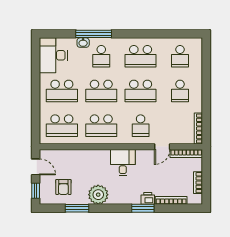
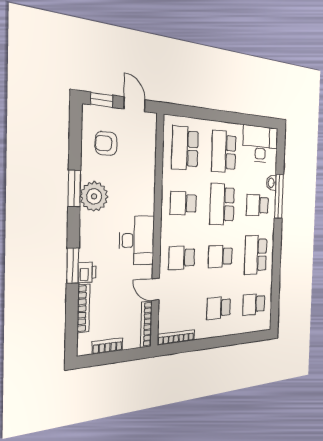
school desk: (141, 91) -> (220, 256), width x0.54
school desk: (101, 126) -> (183, 203), width x0.54
desk: (123, 162) -> (137, 240), width x1.37
door: (36, 167) -> (135, 104), swing flipped
window: (77, 208) -> (74, 189), moved

